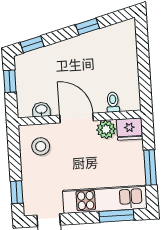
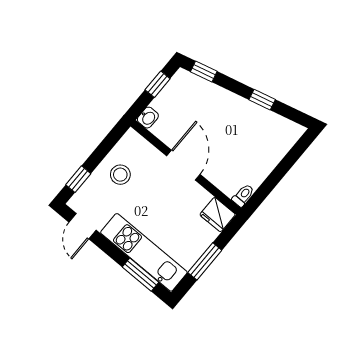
toilet: (113, 102) -> (243, 195), moved
washbasin: (41, 110) -> (148, 118), moved, turned 90
plant: (106, 129) -> (198, 197), removed
stool: (41, 146) -> (120, 175), moved

